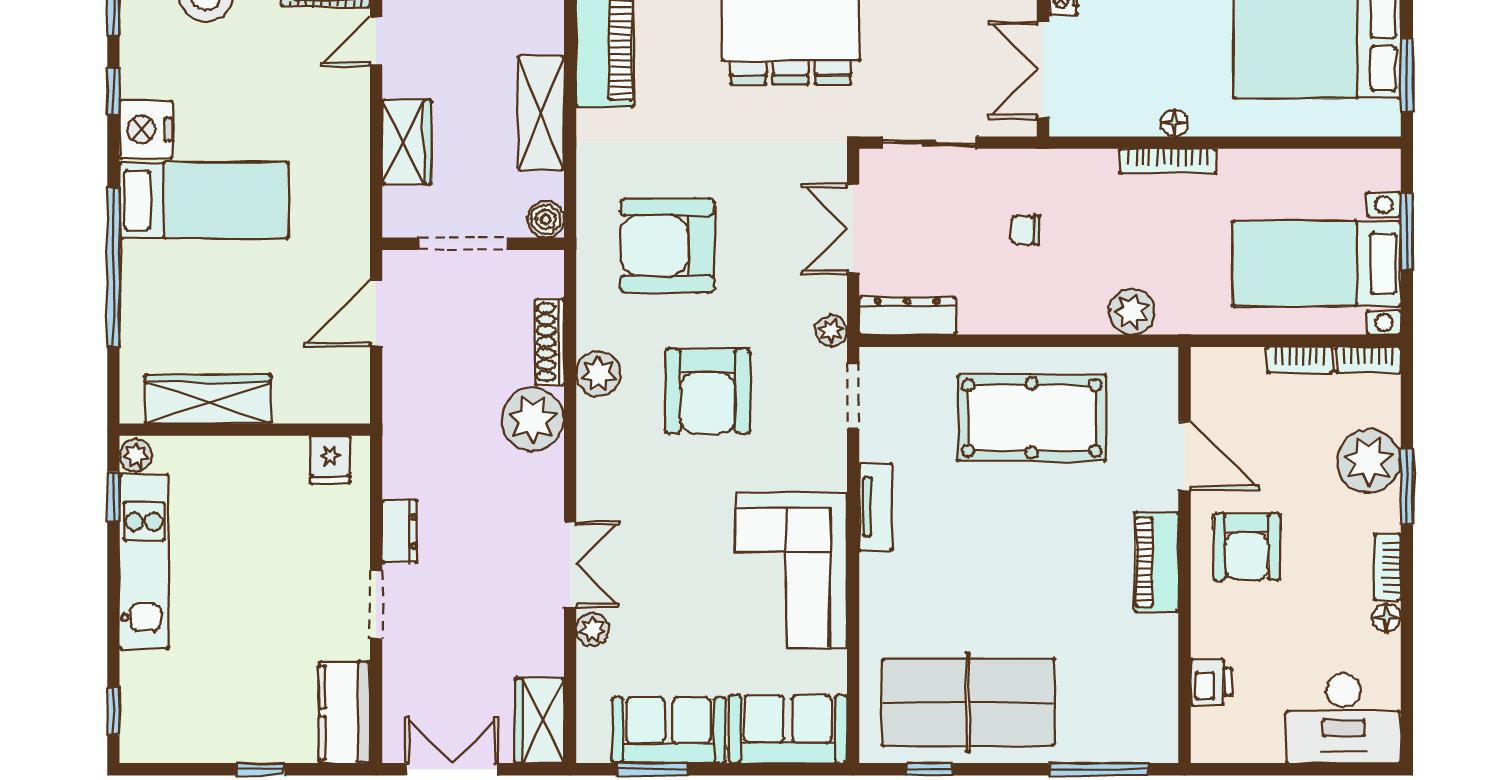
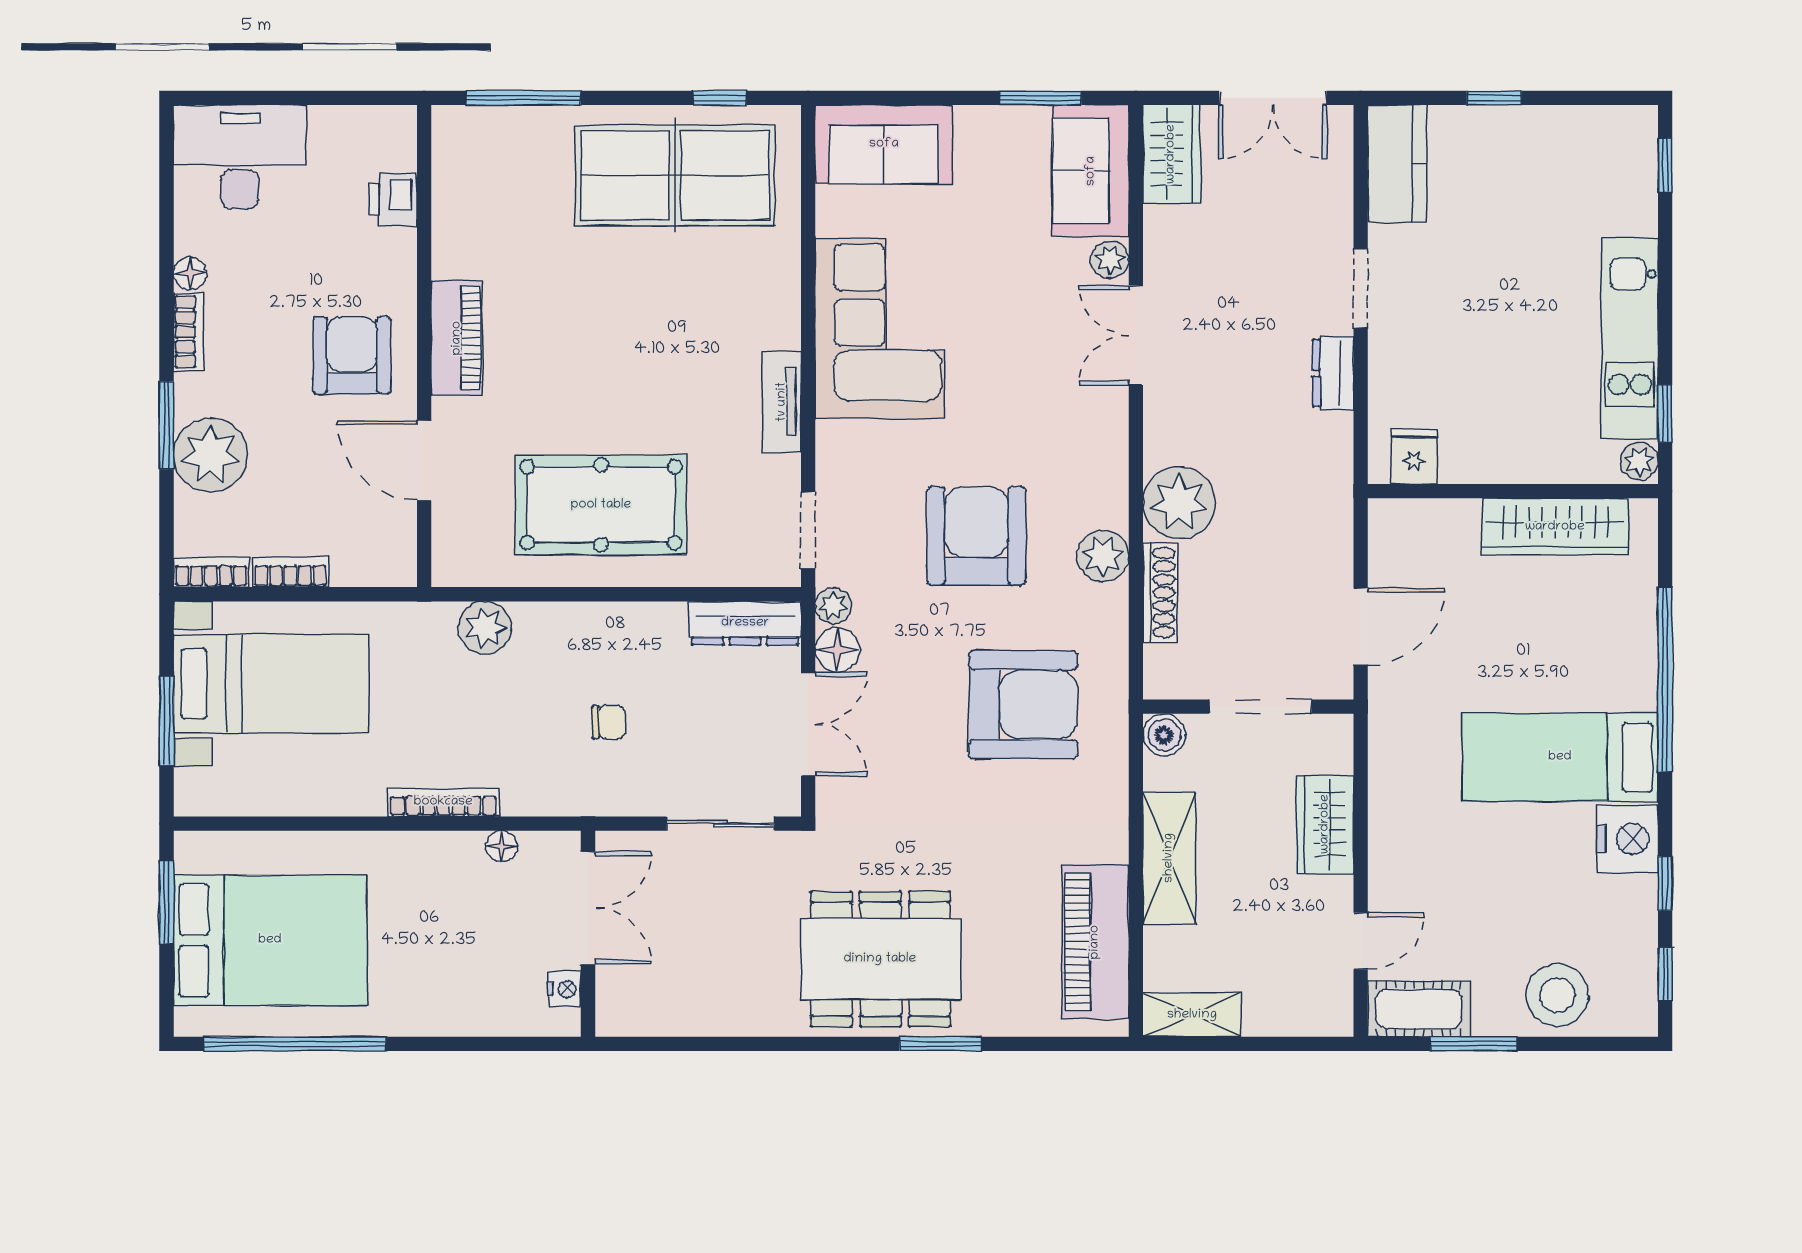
floor lamp: (1174, 123) -> (502, 846), moved
floor lamp: (828, 293) -> (837, 650), added
sofa: (669, 730) -> (1091, 171), moved, turned 90

